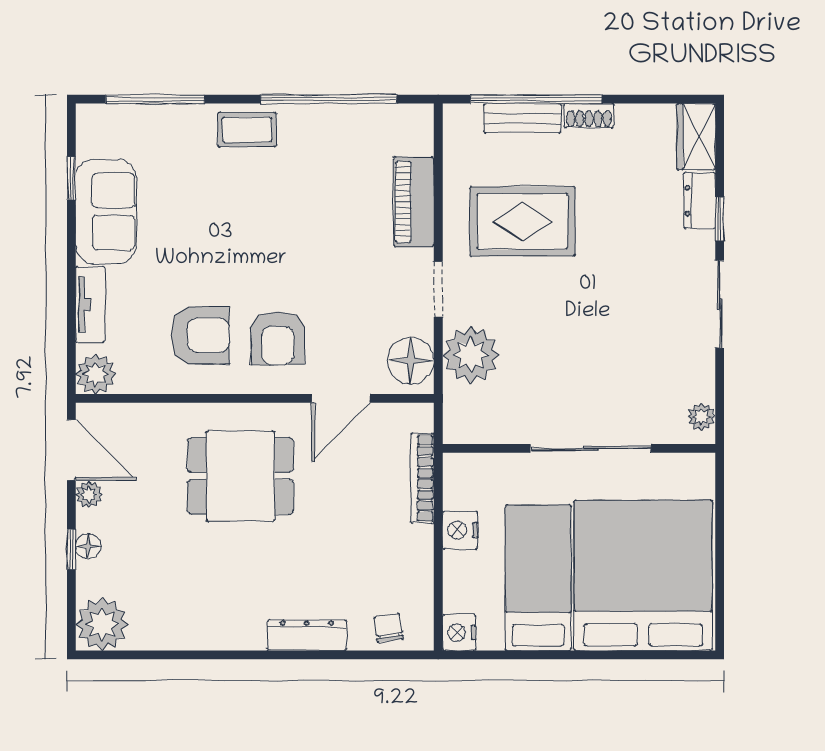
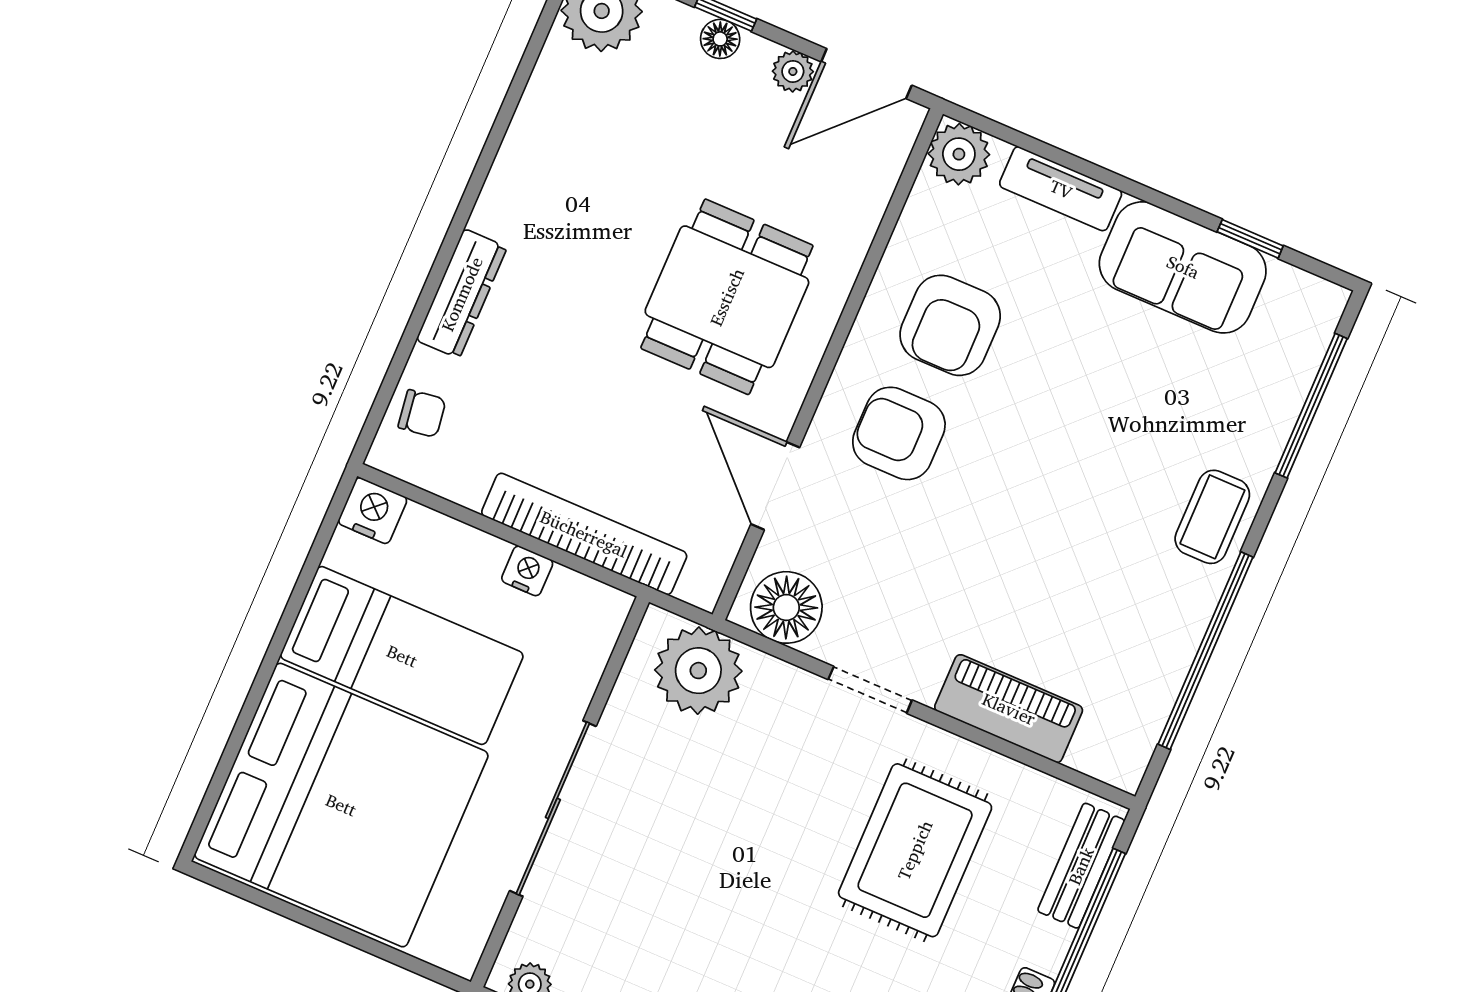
bench: (523, 118) -> (1081, 866), moved
plant: (471, 355) -> (698, 671), moved
bookcase: (422, 478) -> (584, 534), width x1.48, depth x1.31
nightstand: (460, 530) -> (527, 571), width x0.72, depth x0.74

